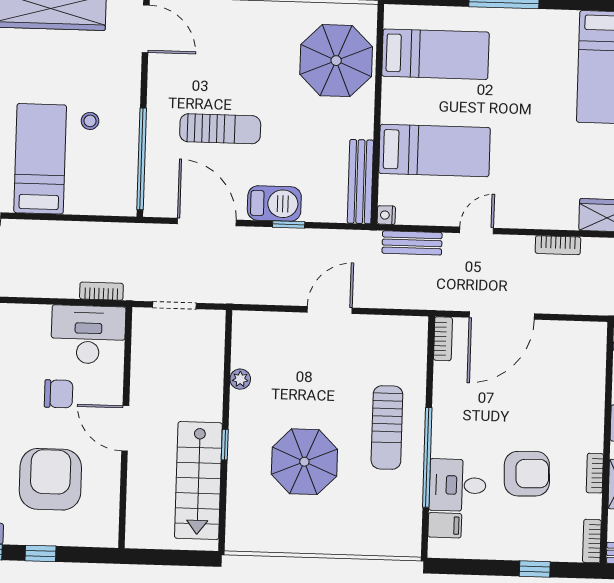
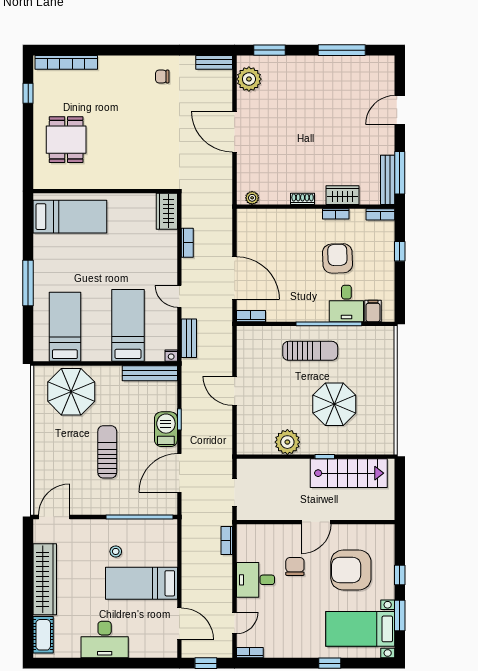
sun lounger: (220, 129) -> (107, 452), moved
desk: (88, 335) -> (256, 580), moved, width x0.73
plant: (240, 379) -> (287, 442), width x1.88, depth x1.88

